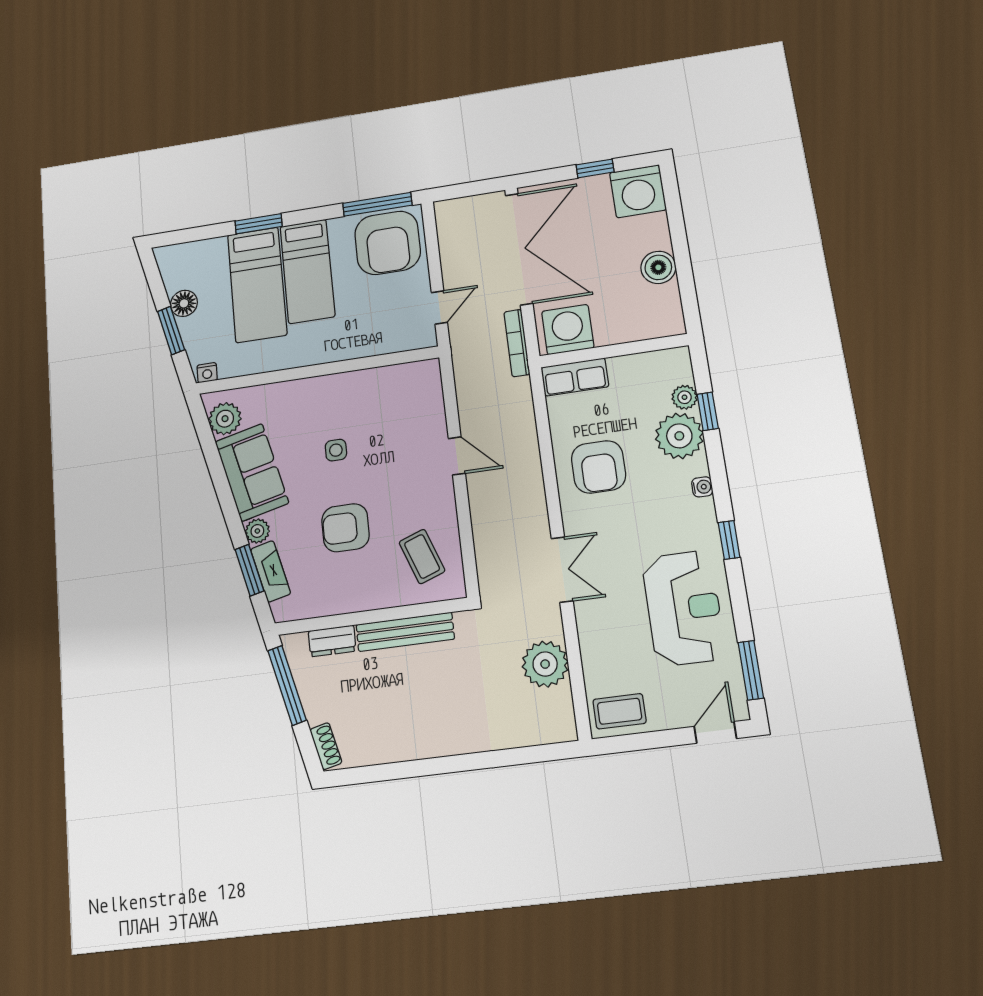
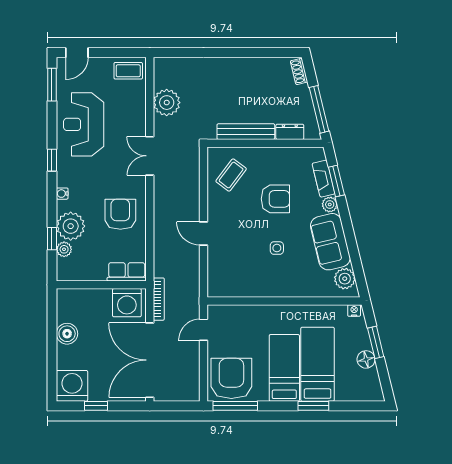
coffee table: (422, 556) -> (231, 175), turned 57

